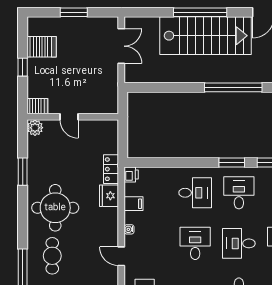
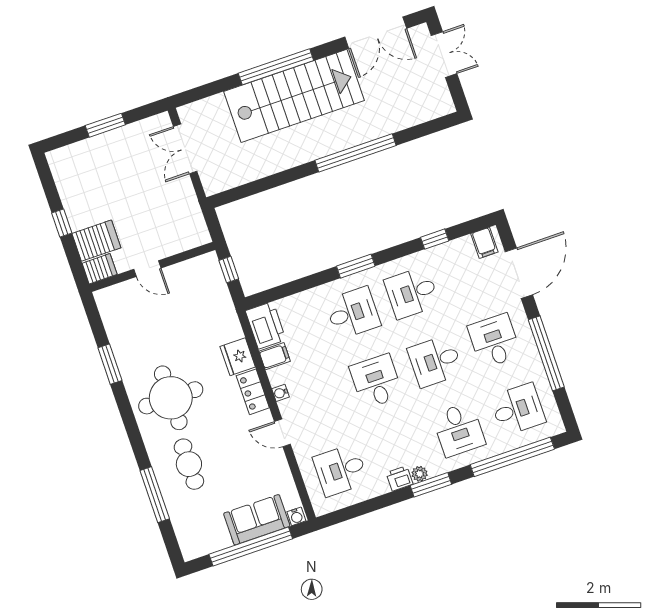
double door: (121, 46) -> (185, 149), swing flipped
server rack: (42, 47) -> (96, 241), moved
plant: (35, 128) -> (106, 299), removed
window: (123, 136) -> (229, 270), added
window: (232, 162) -> (356, 266), moved
locker: (111, 169) -> (253, 392), moved
printer: (131, 175) -> (266, 325), width x1.87, depth x1.48
desk: (239, 193) -> (412, 293), turned -90

